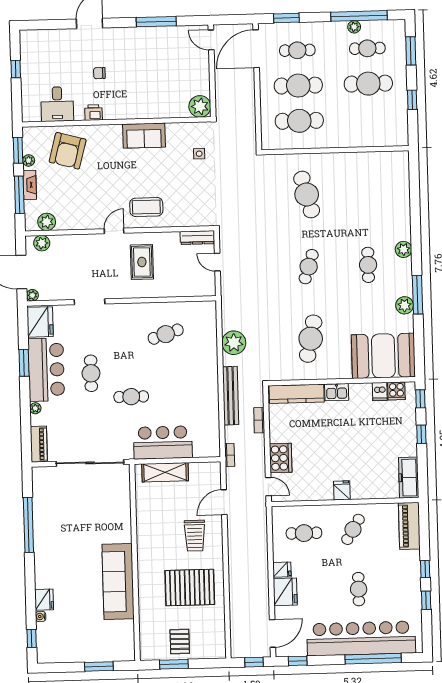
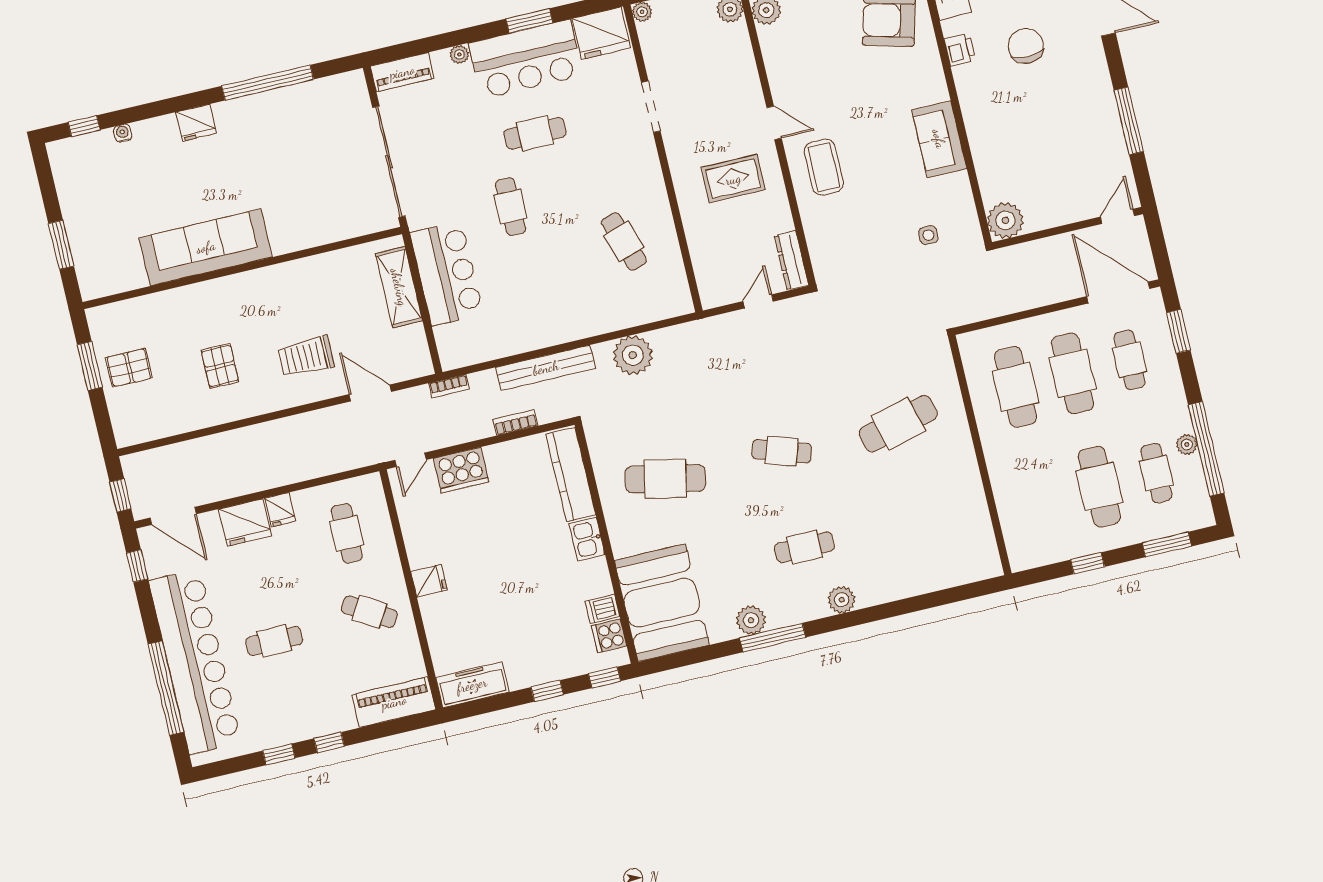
chair: (99, 73) -> (1026, 46), width x1.87, depth x1.87
pallet: (190, 588) -> (220, 366), width x0.49, depth x0.50
fridge: (44, 600) -> (196, 123), moved

